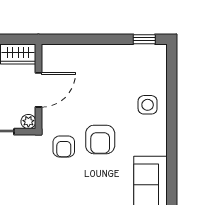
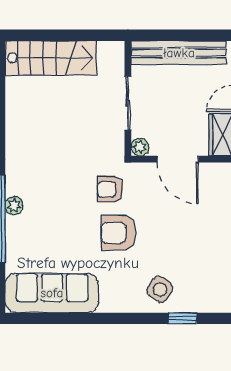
window: (172, 86) -> (183, 318), added
side table: (148, 105) -> (160, 289), turned 36

